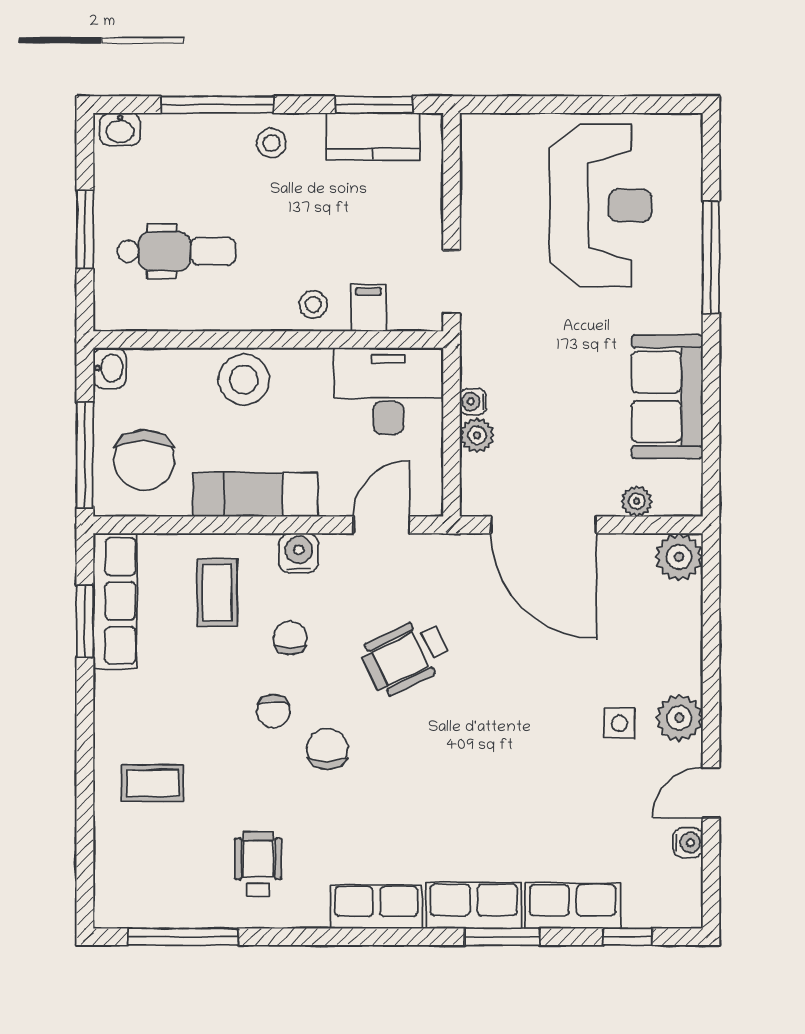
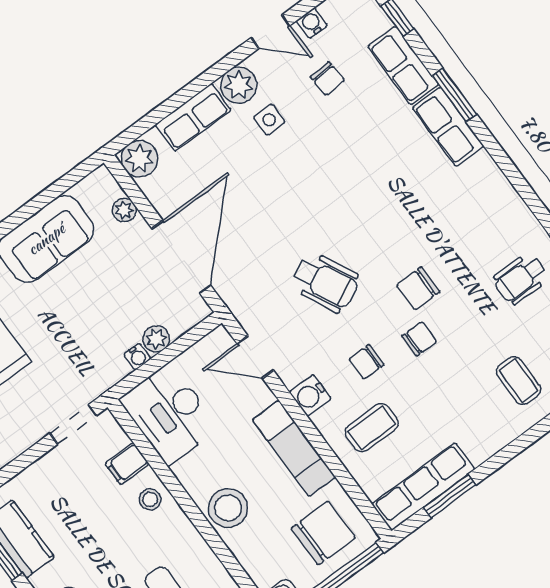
chair: (618, 816) -> (327, 79), added
row of seats: (376, 907) -> (193, 117), moved, turned -90

